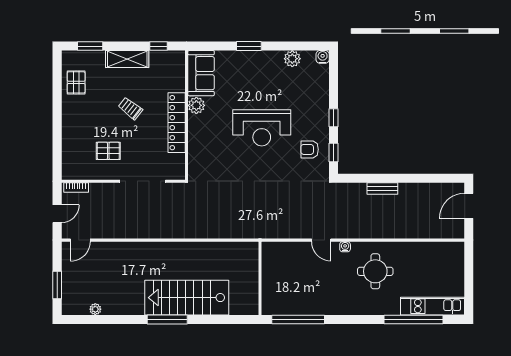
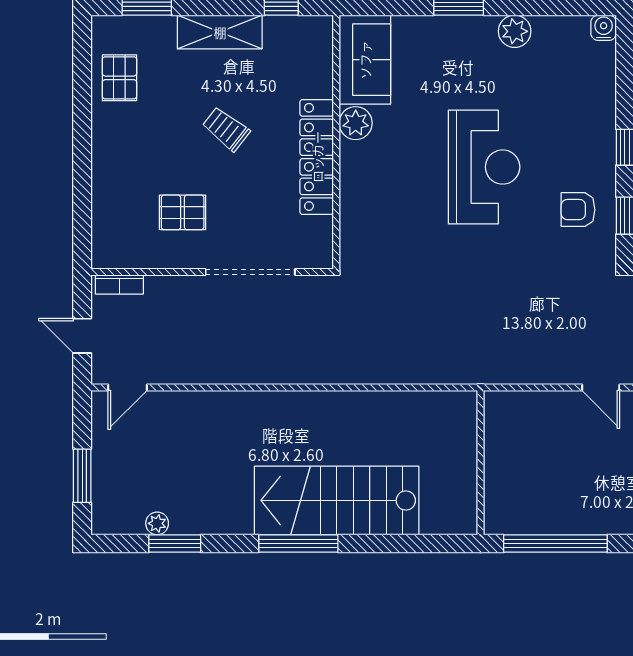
plant: (292, 59) -> (515, 31), moved
reception desk: (262, 128) -> (484, 167), turned -90
door: (57, 214) -> (82, 336), swing flipped
window: (104, 319) -> (175, 543), added

